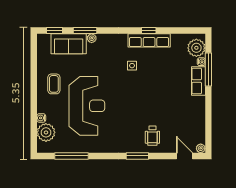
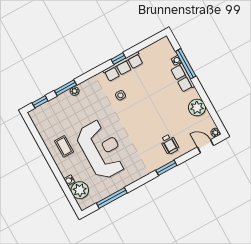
sofa: (69, 44) -> (58, 106), removed
plant: (196, 48) -> (197, 108), moved

